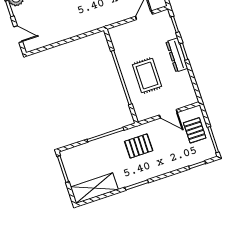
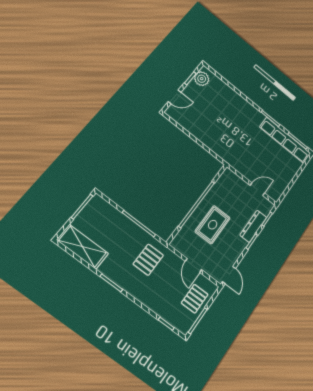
door: (18, 34) -> (175, 97), hinge flipped
dresser: (177, 55) -> (253, 226), moved
door: (197, 90) -> (229, 275), added
pallet: (139, 146) -> (148, 260), turned 90

